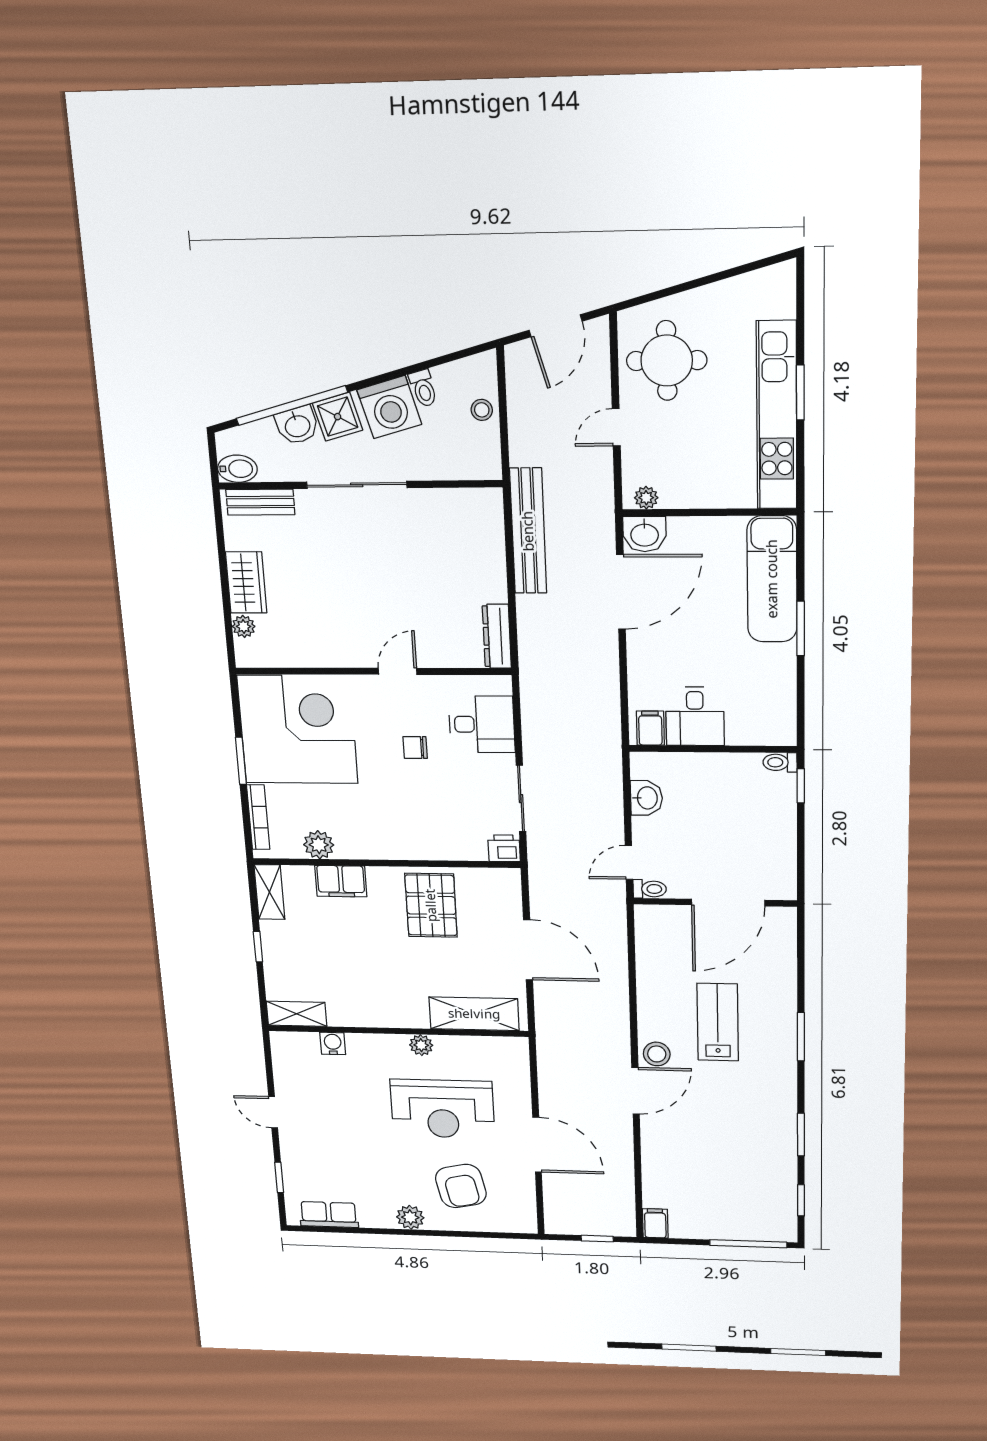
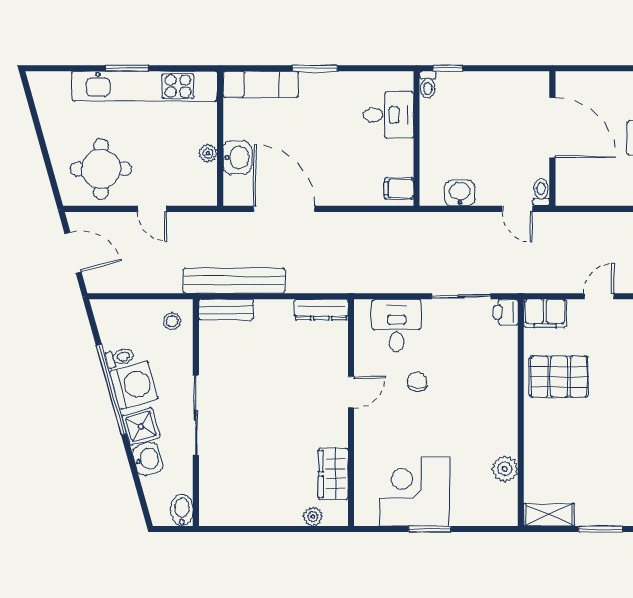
window: (292, 405) -> (111, 390), moved
stool: (482, 410) -> (172, 321), moved
plant: (646, 498) -> (208, 153), moved
bench: (260, 502) -> (226, 310), moved, turned 90
washbasin: (645, 534) -> (237, 158), moved
exam couch: (772, 579) -> (261, 84), width x0.73, depth x0.69
wardrobe: (246, 582) -> (333, 474), moved, turned -90
door: (398, 671) -> (351, 392), swing flipped
desk: (695, 716) -> (389, 115), moved
corner desk: (298, 730) -> (414, 491), width x0.74, depth x0.74
chair: (415, 748) -> (417, 382), turned 180
bookcase: (258, 817) -> (480, 519), removed
filing cabinet: (341, 881) -> (545, 313), moved, turned 90
window: (258, 947) -> (600, 529), width x1.50
door: (528, 950) -> (599, 296), width x0.53

